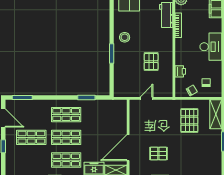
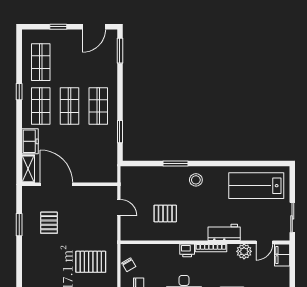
printer: (180, 71) -> (187, 250), moved
shop shelf: (31, 137) -> (41, 62), moved

